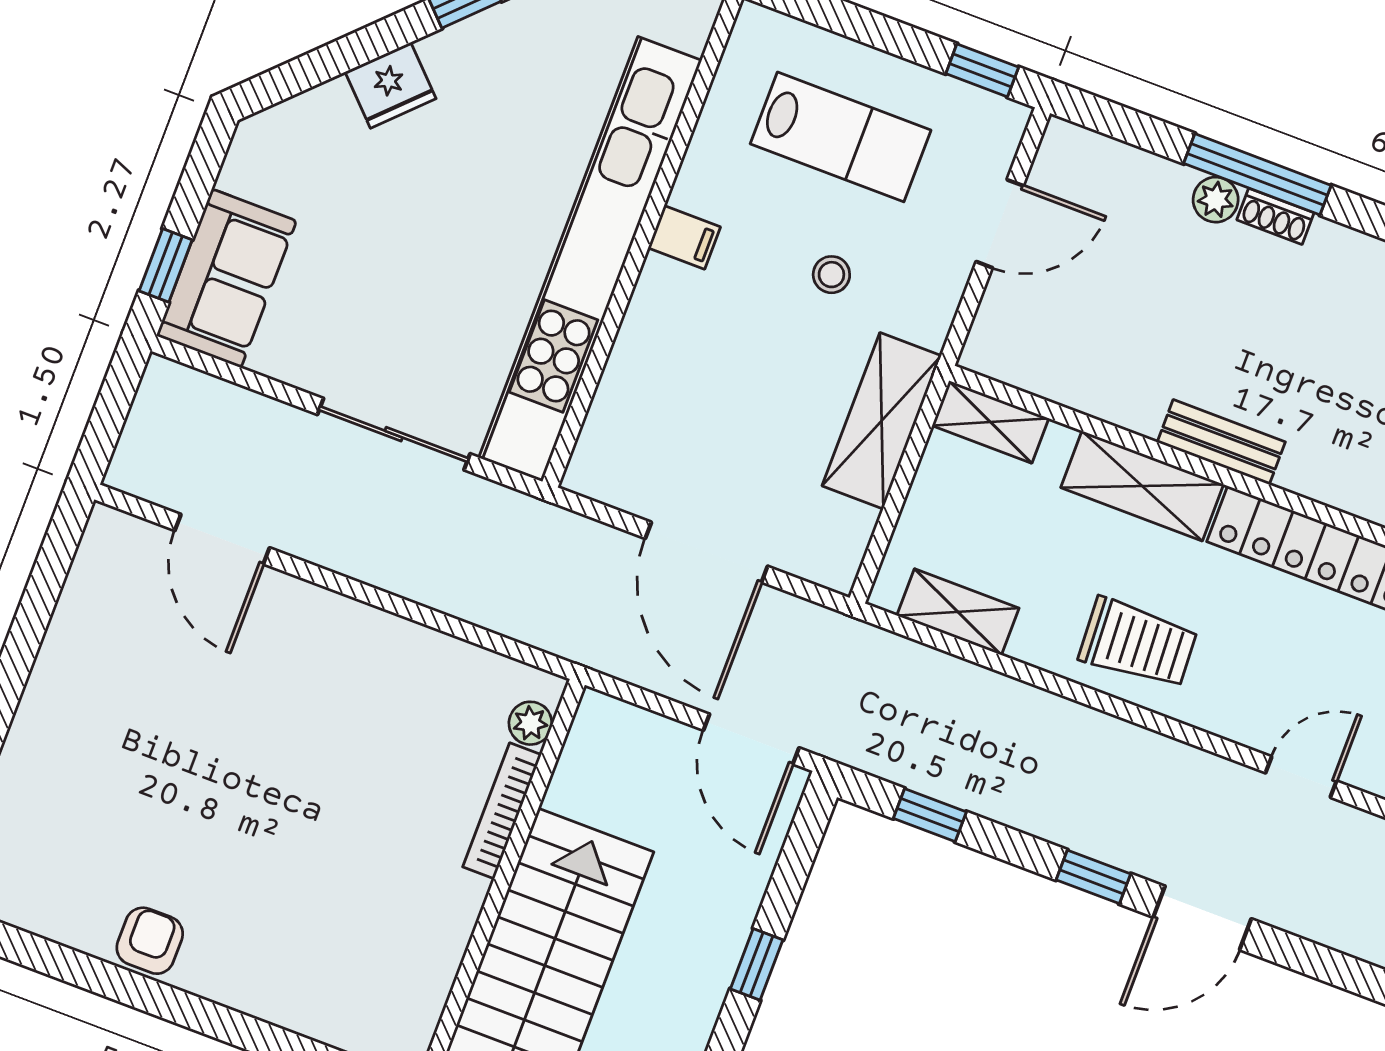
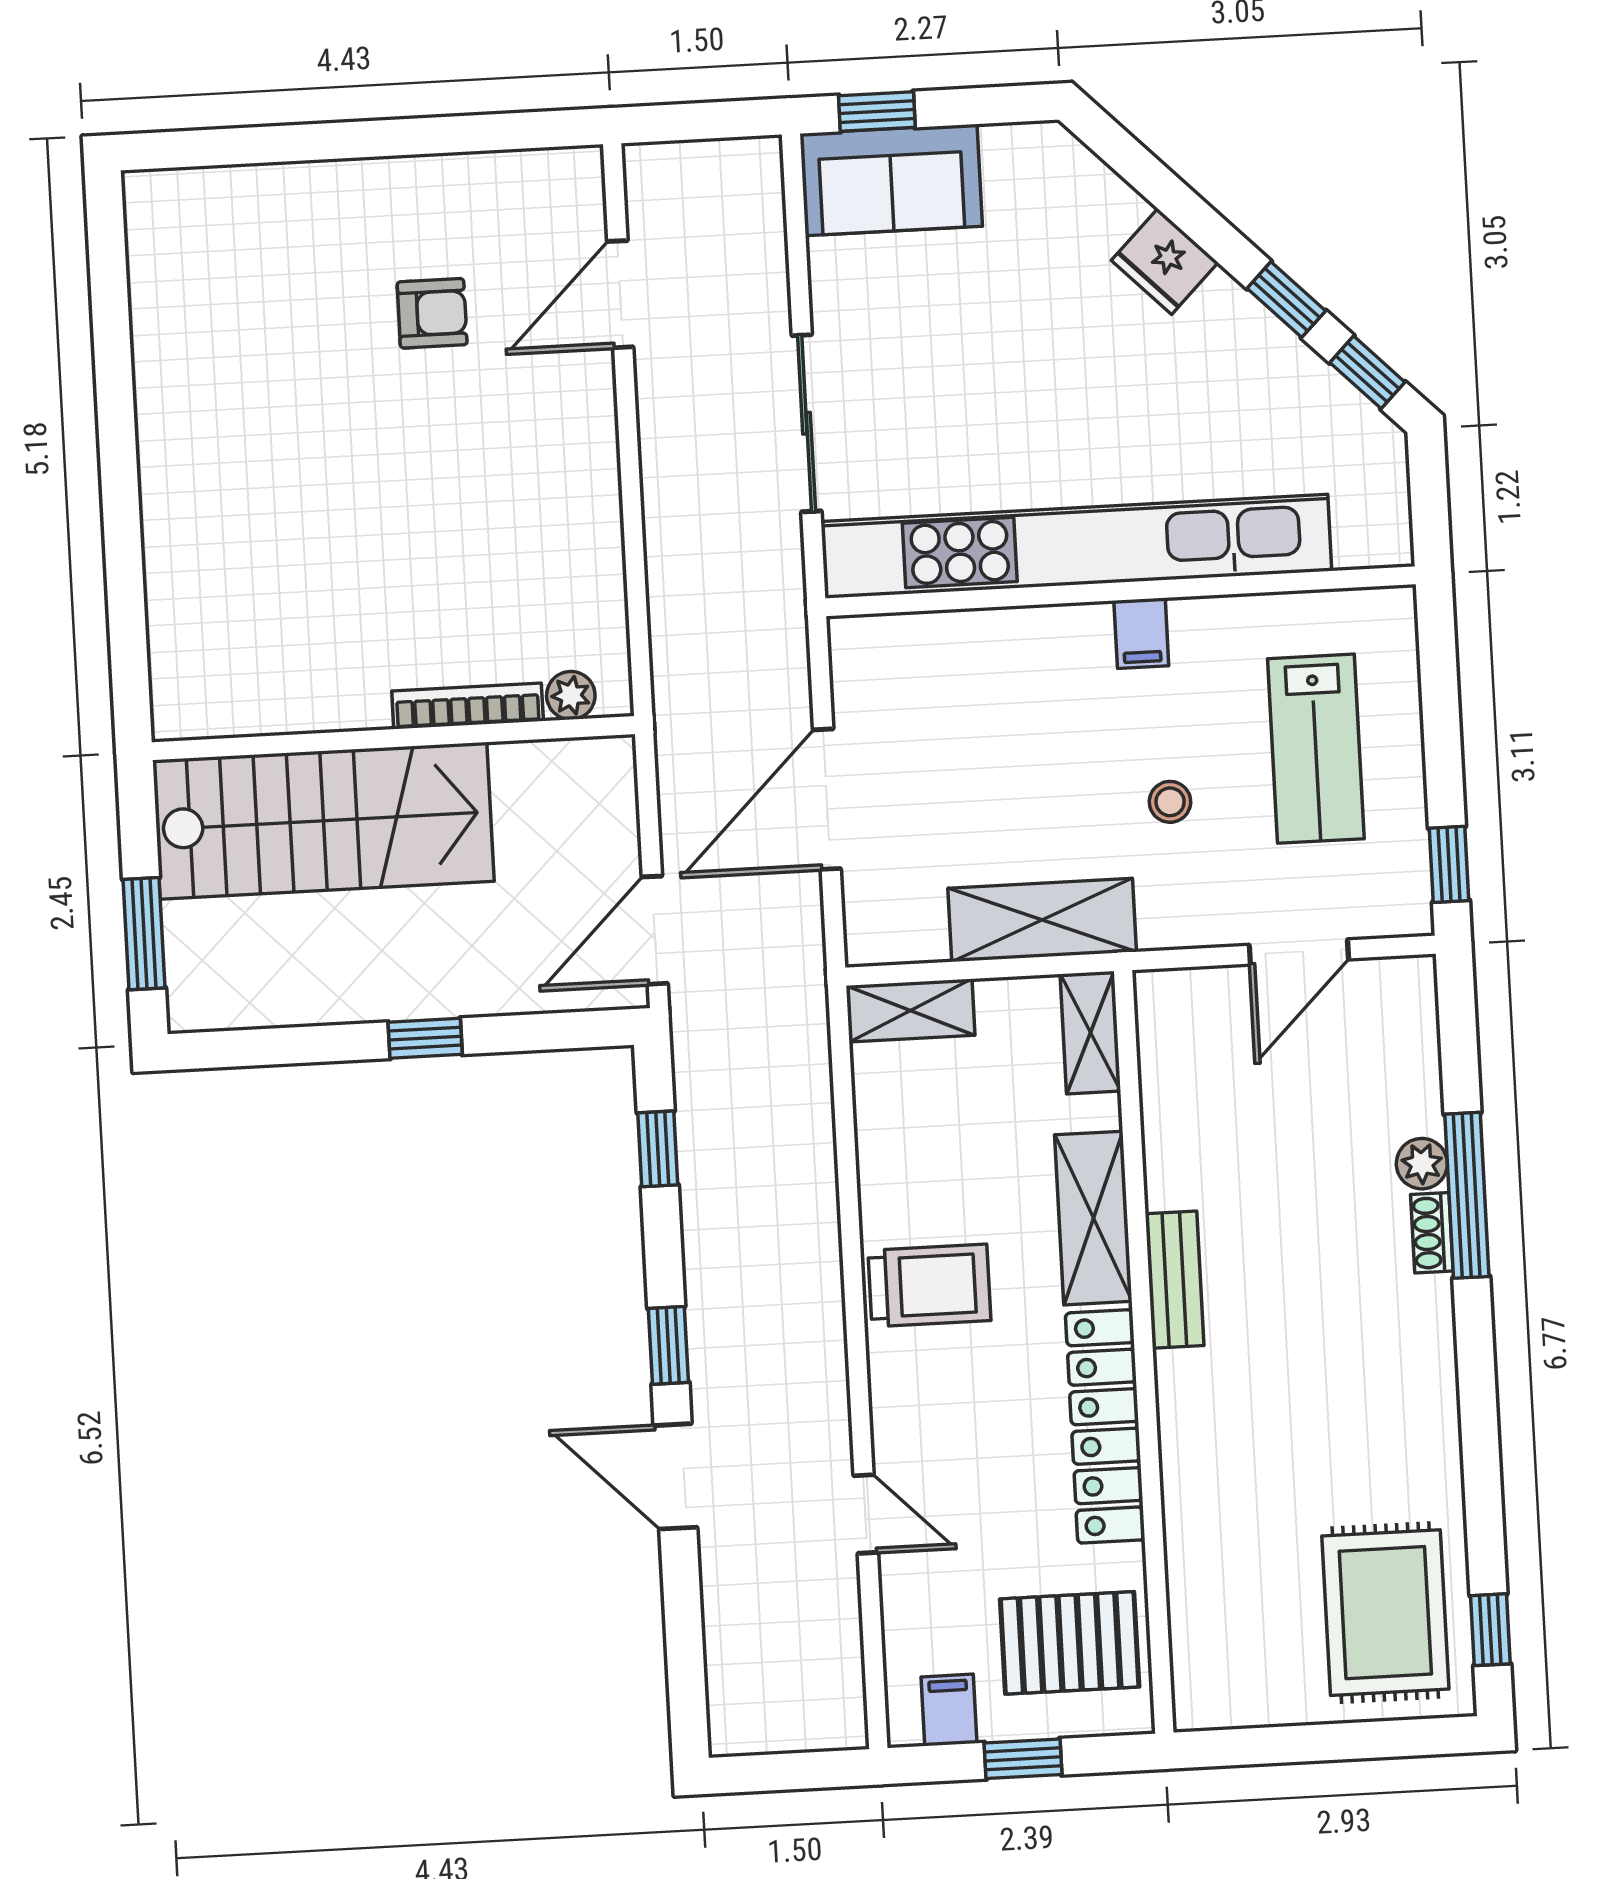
door: (1000, 224) -> (1299, 952), hinge flipped
shelving: (958, 612) -> (910, 1010), moved, turned 90
trolley: (1138, 643) -> (929, 1285), turned -87
armchair: (150, 941) -> (432, 313), moved

